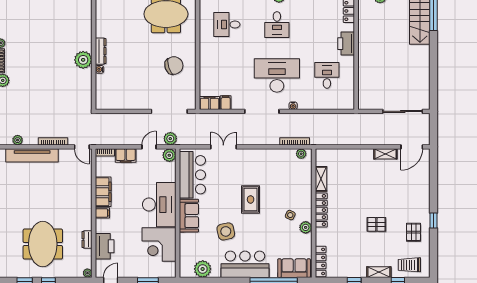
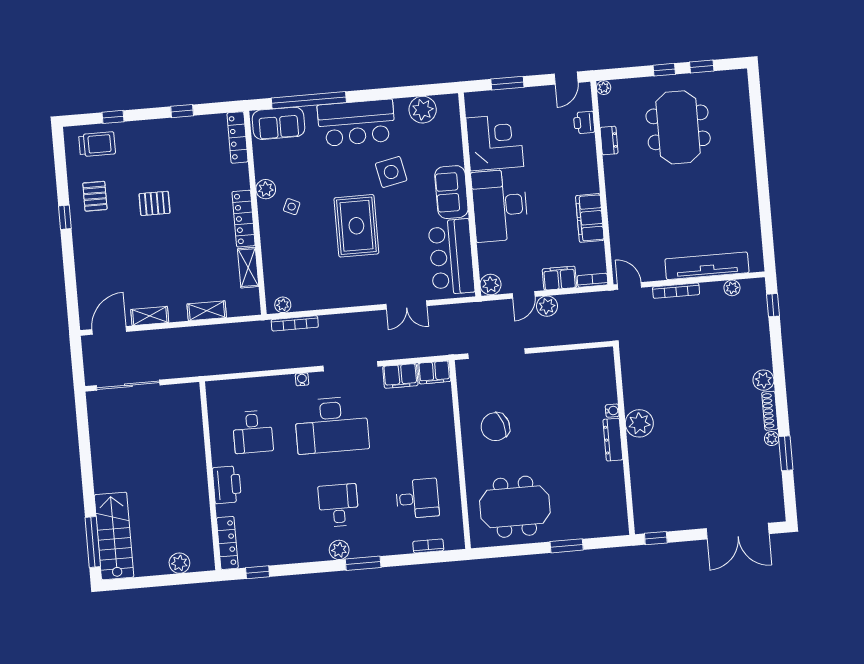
filing cabinet: (226, 103) -> (400, 376), width x2.00
plant: (170, 139) -> (547, 306), moved
rug: (251, 199) -> (356, 226), width x1.36, depth x1.43
filing cabinet: (102, 213) -> (588, 185), removed
printer: (105, 246) -> (584, 122), width x0.53, depth x0.68
shelving: (379, 272) -> (207, 311), moved

